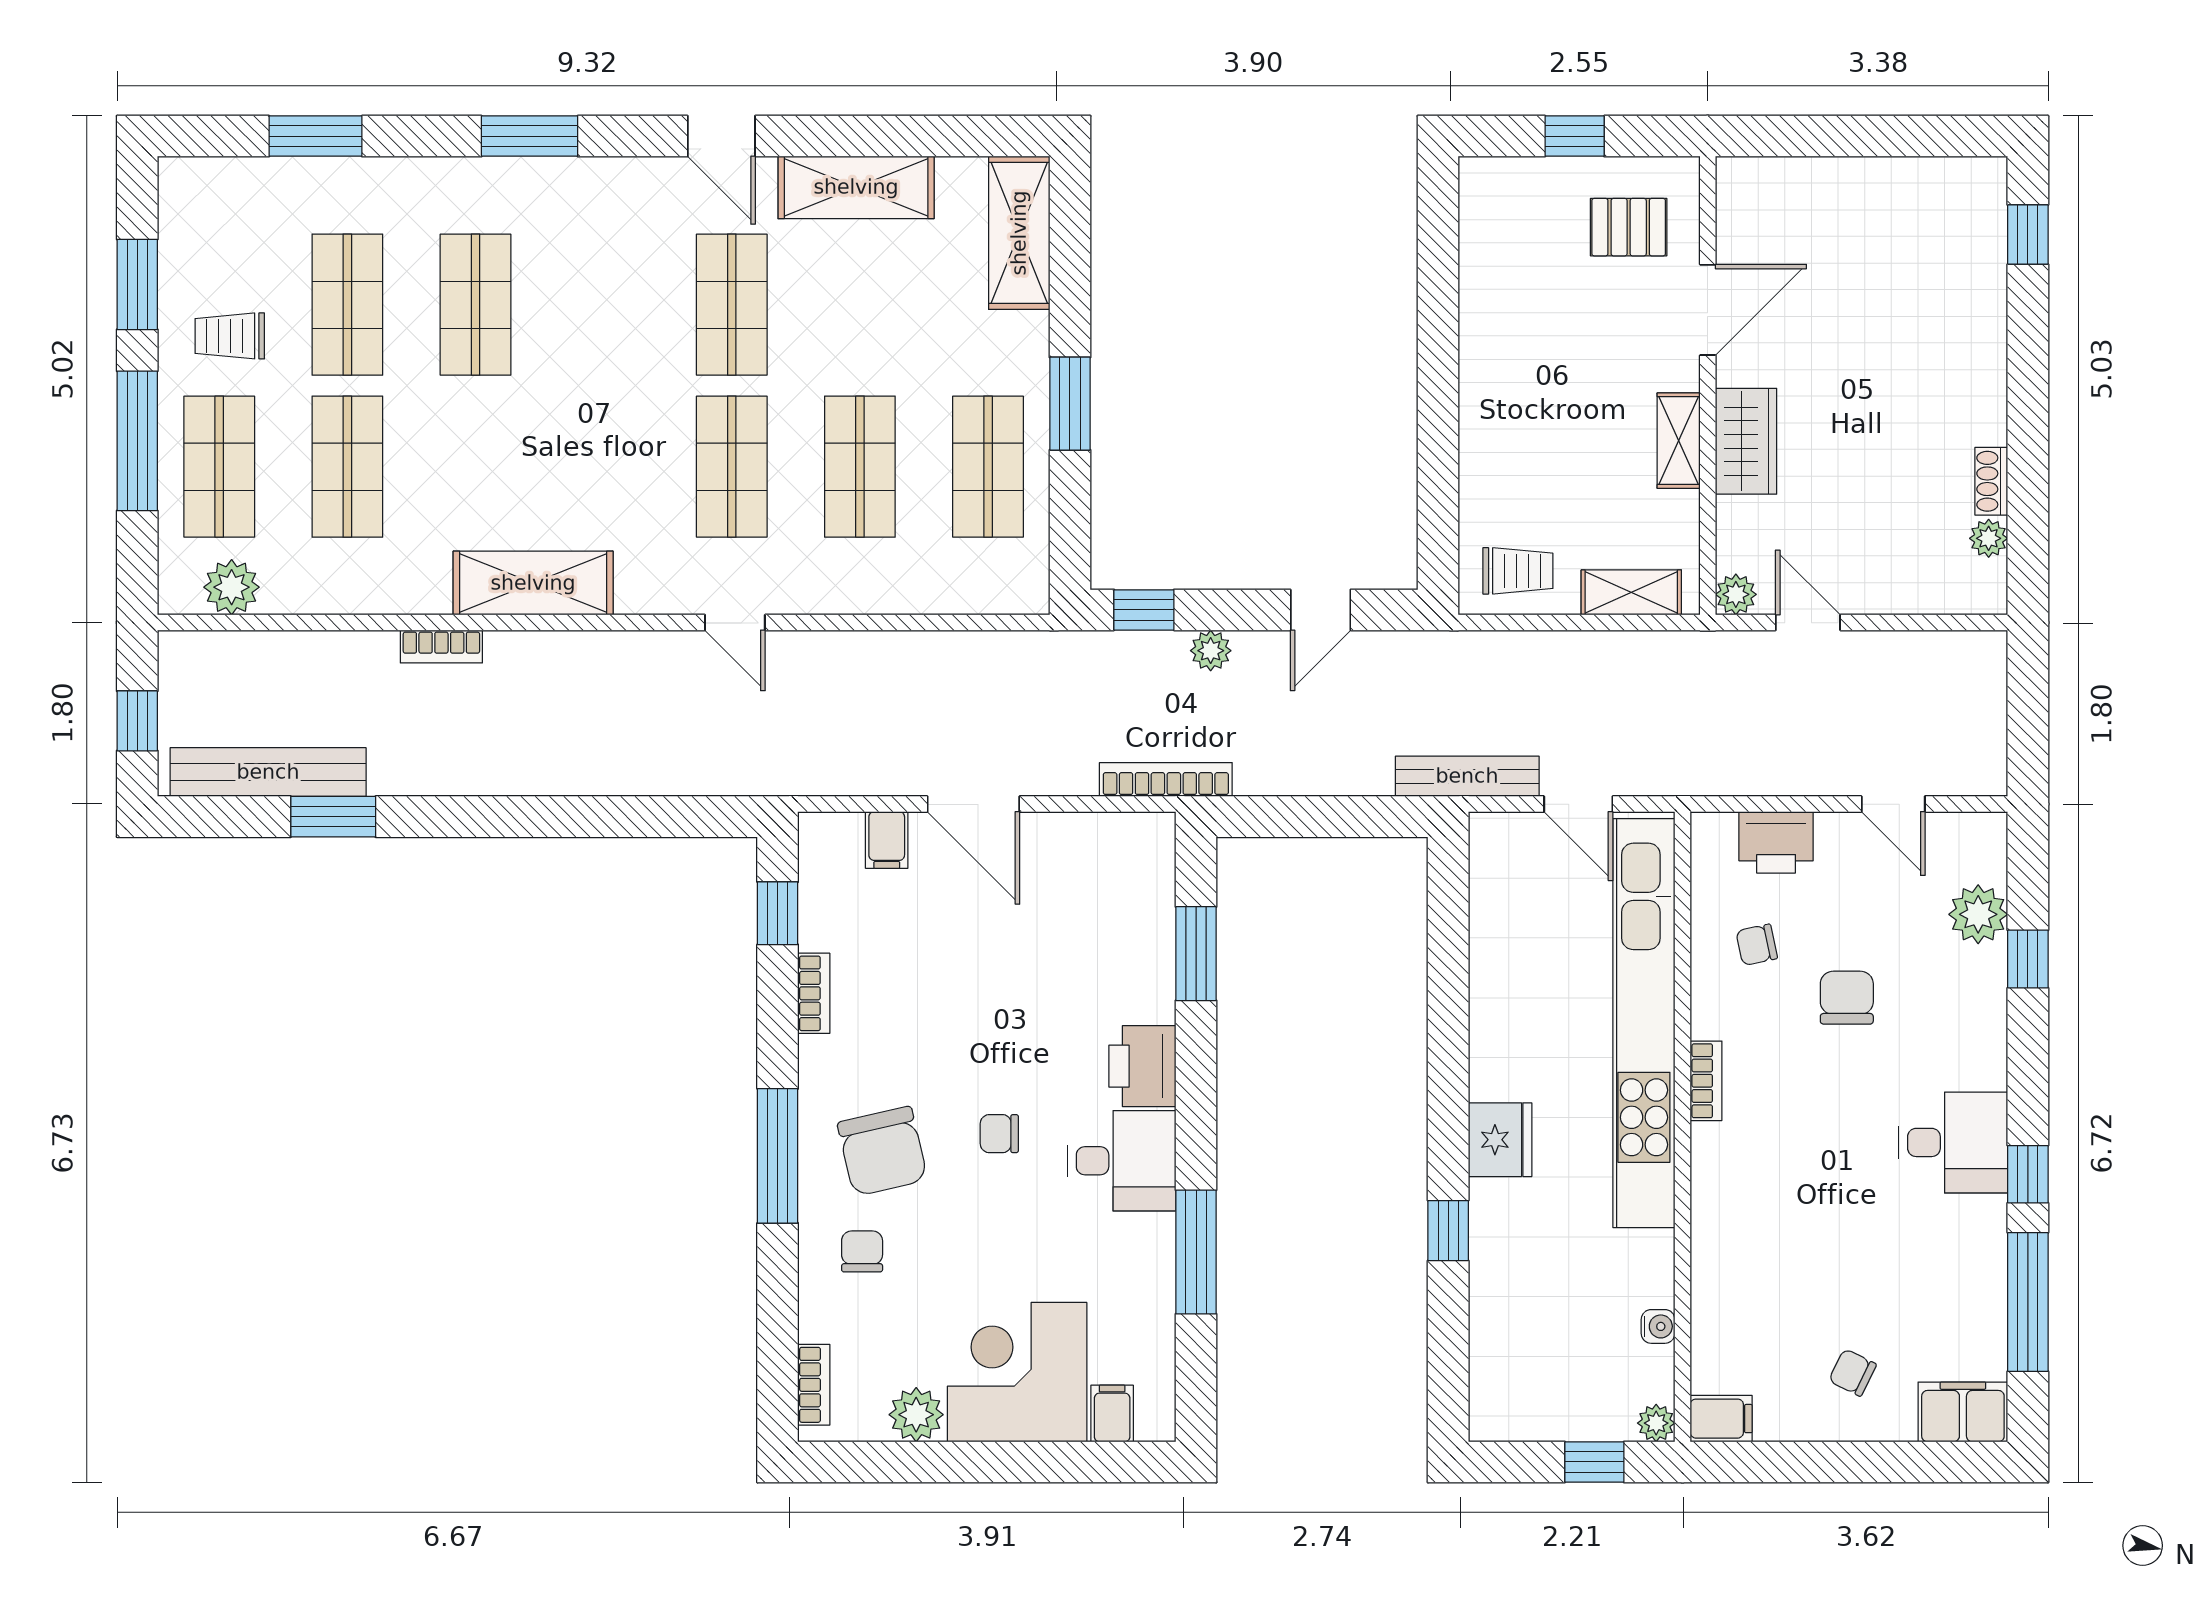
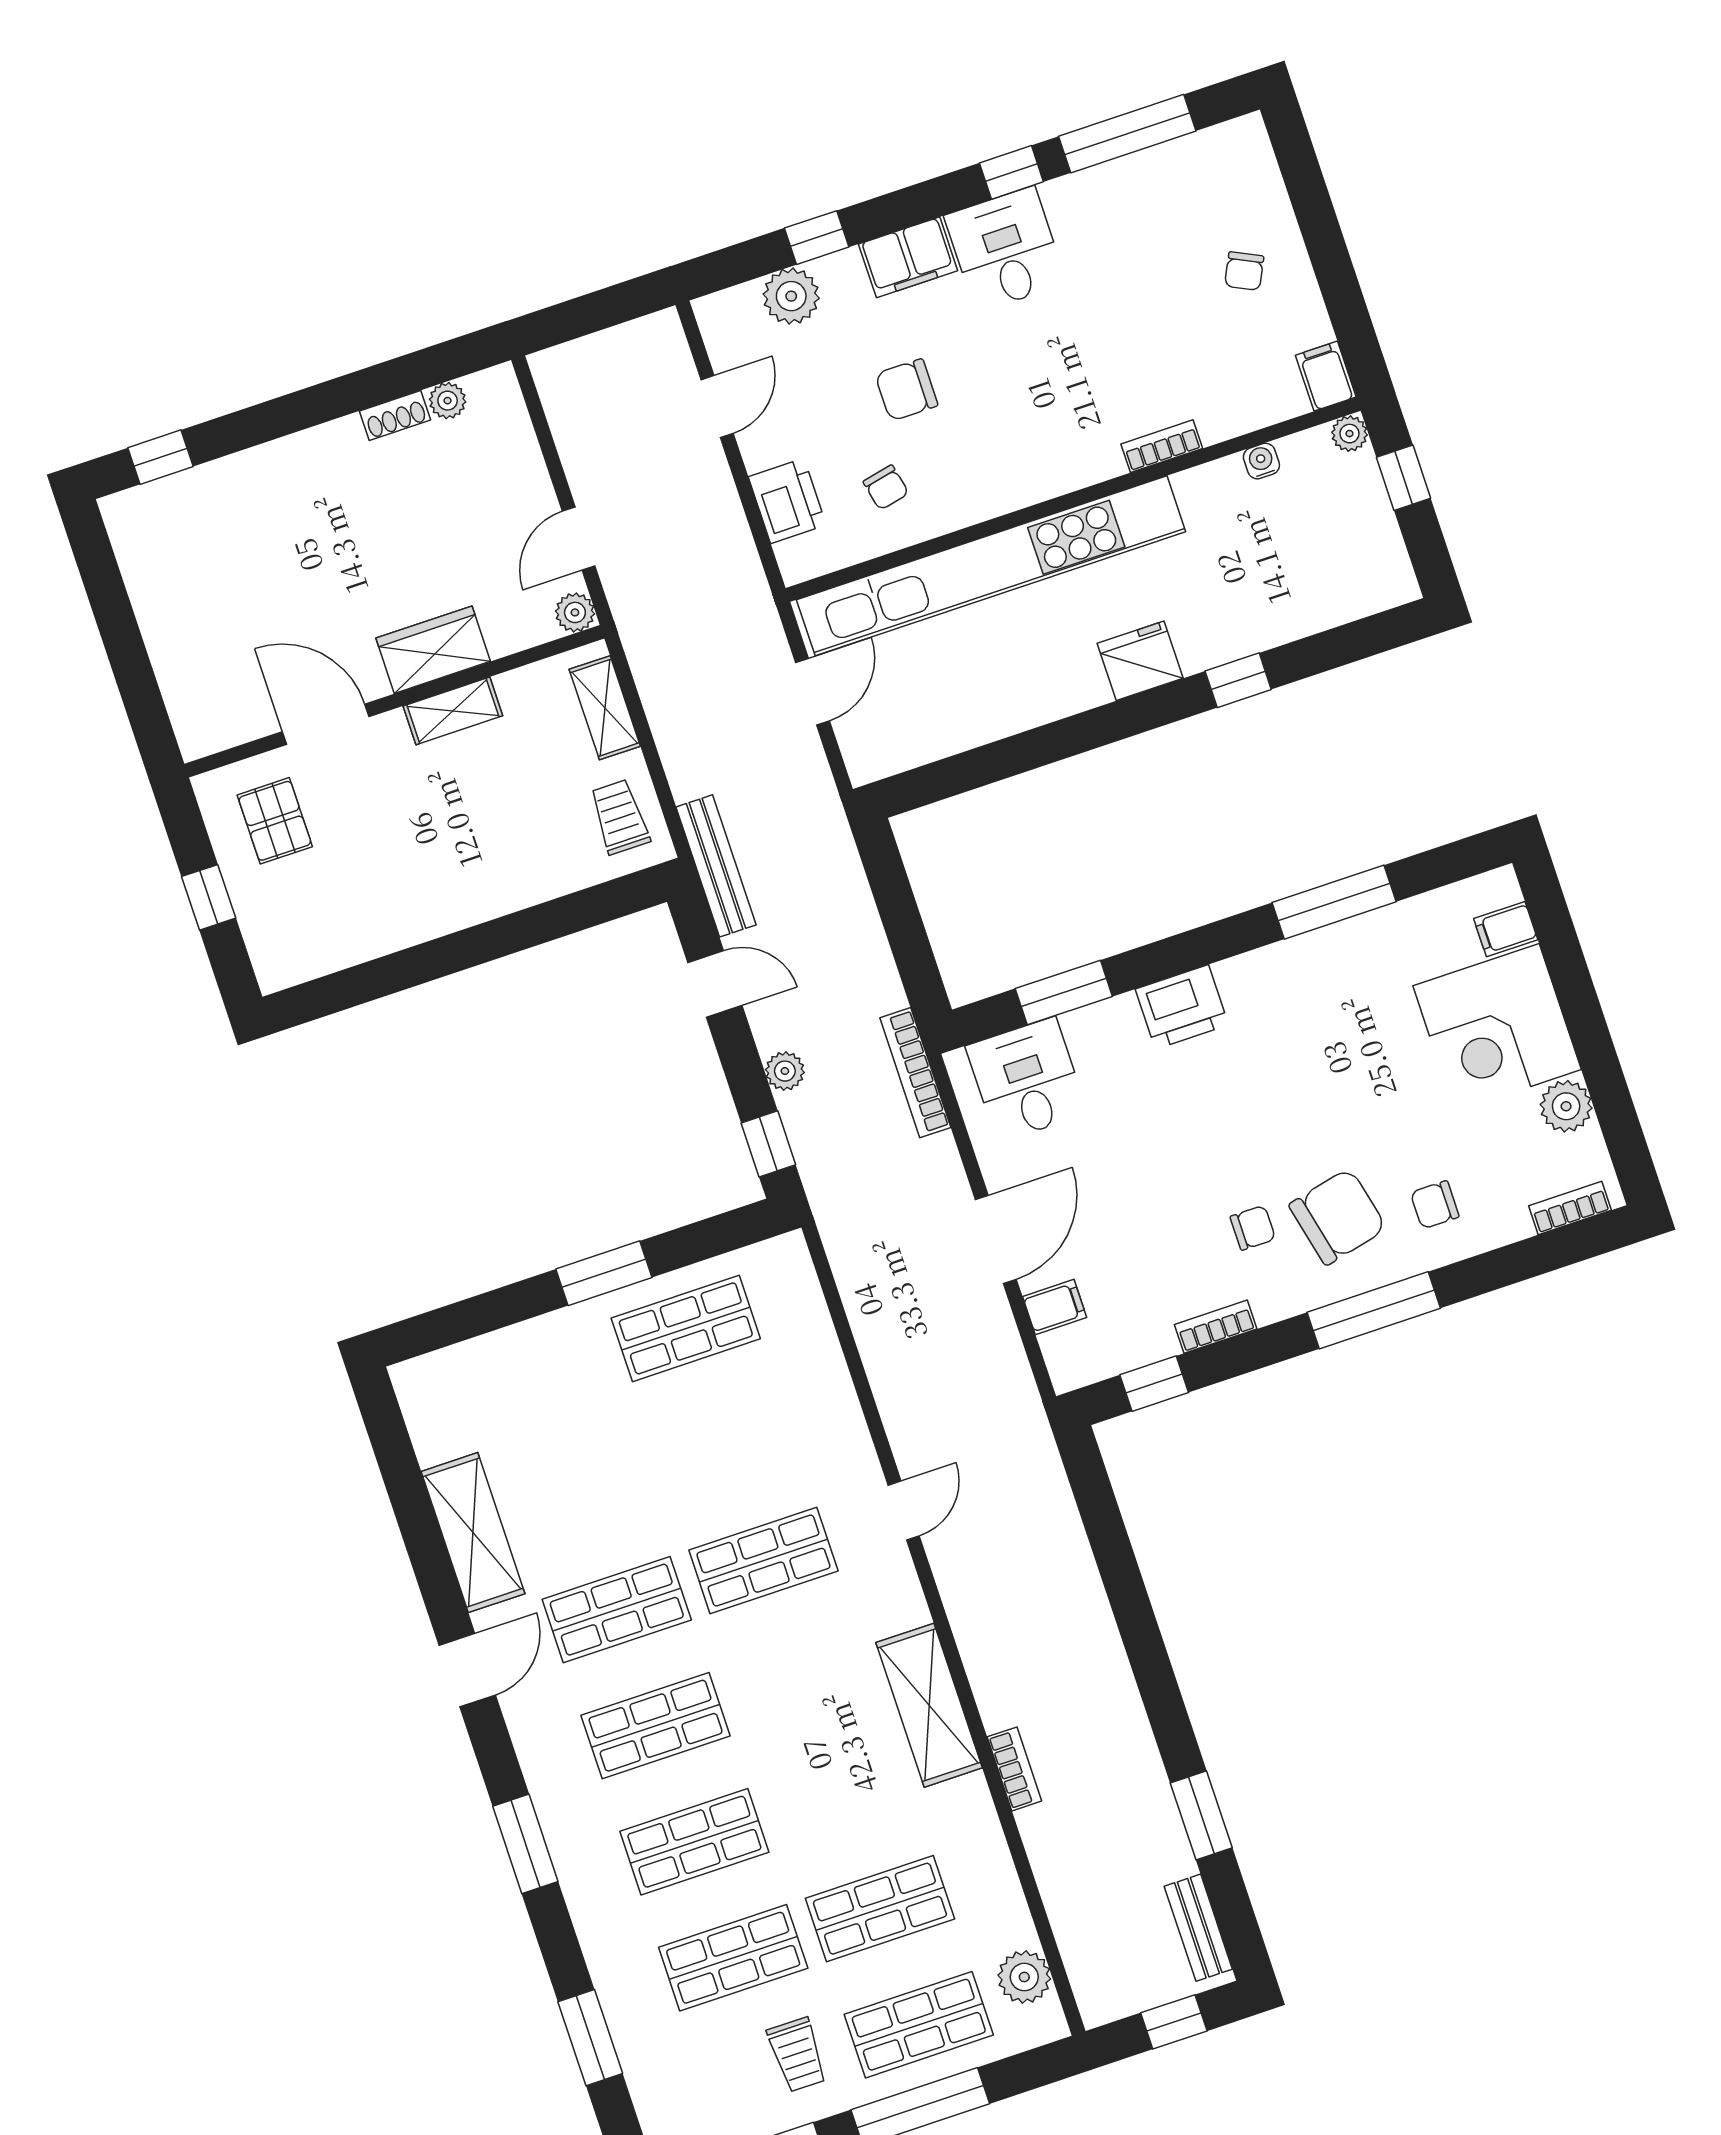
shelving: (1019, 233) -> (465, 1371), removed
shop shelf: (860, 467) -> (656, 1726), moved
bench: (268, 772) -> (1198, 1928), width x0.54, depth x0.82
bench: (1467, 776) -> (716, 866), moved
bookcase: (1706, 1081) -> (1162, 446), moved
chair: (999, 1134) -> (1253, 1228), moved, turned -90
desk: (1122, 1161) -> (1027, 1080), moved
filing cabinet: (1963, 1412) -> (908, 257), moved, turned -90

